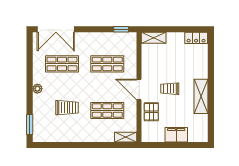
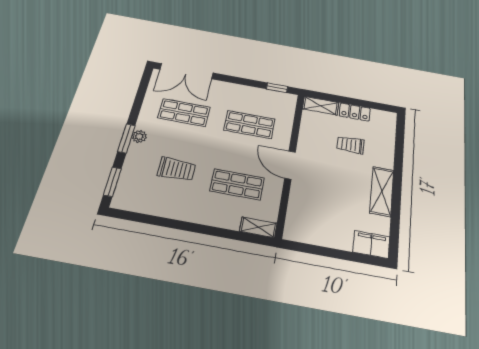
locker: (196, 38) -> (355, 112), moved
trolley: (170, 89) -> (350, 145), moved
window: (30, 92) -> (126, 138), added
pallet: (151, 112) -> (304, 199), removed
filing cabinet: (176, 135) -> (371, 244), moved

